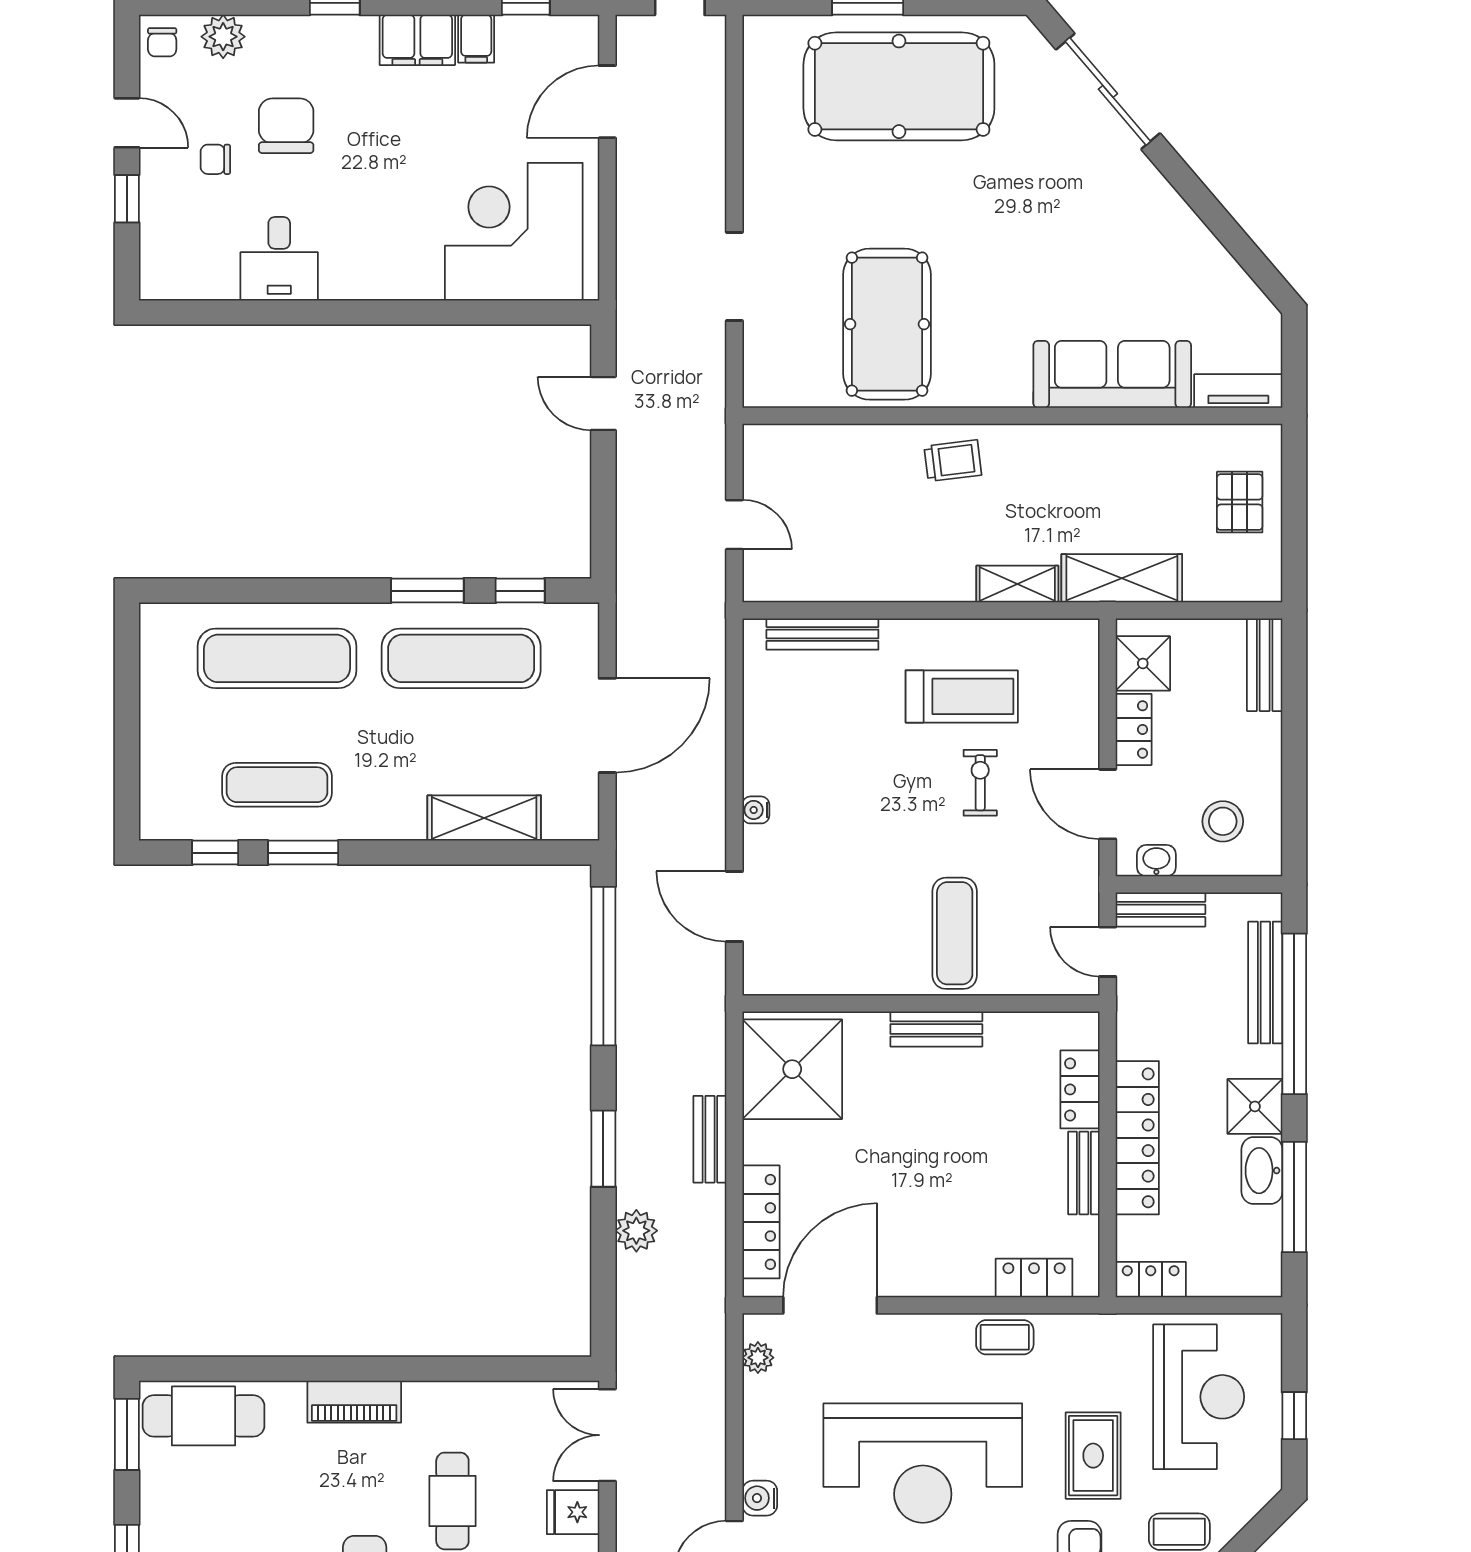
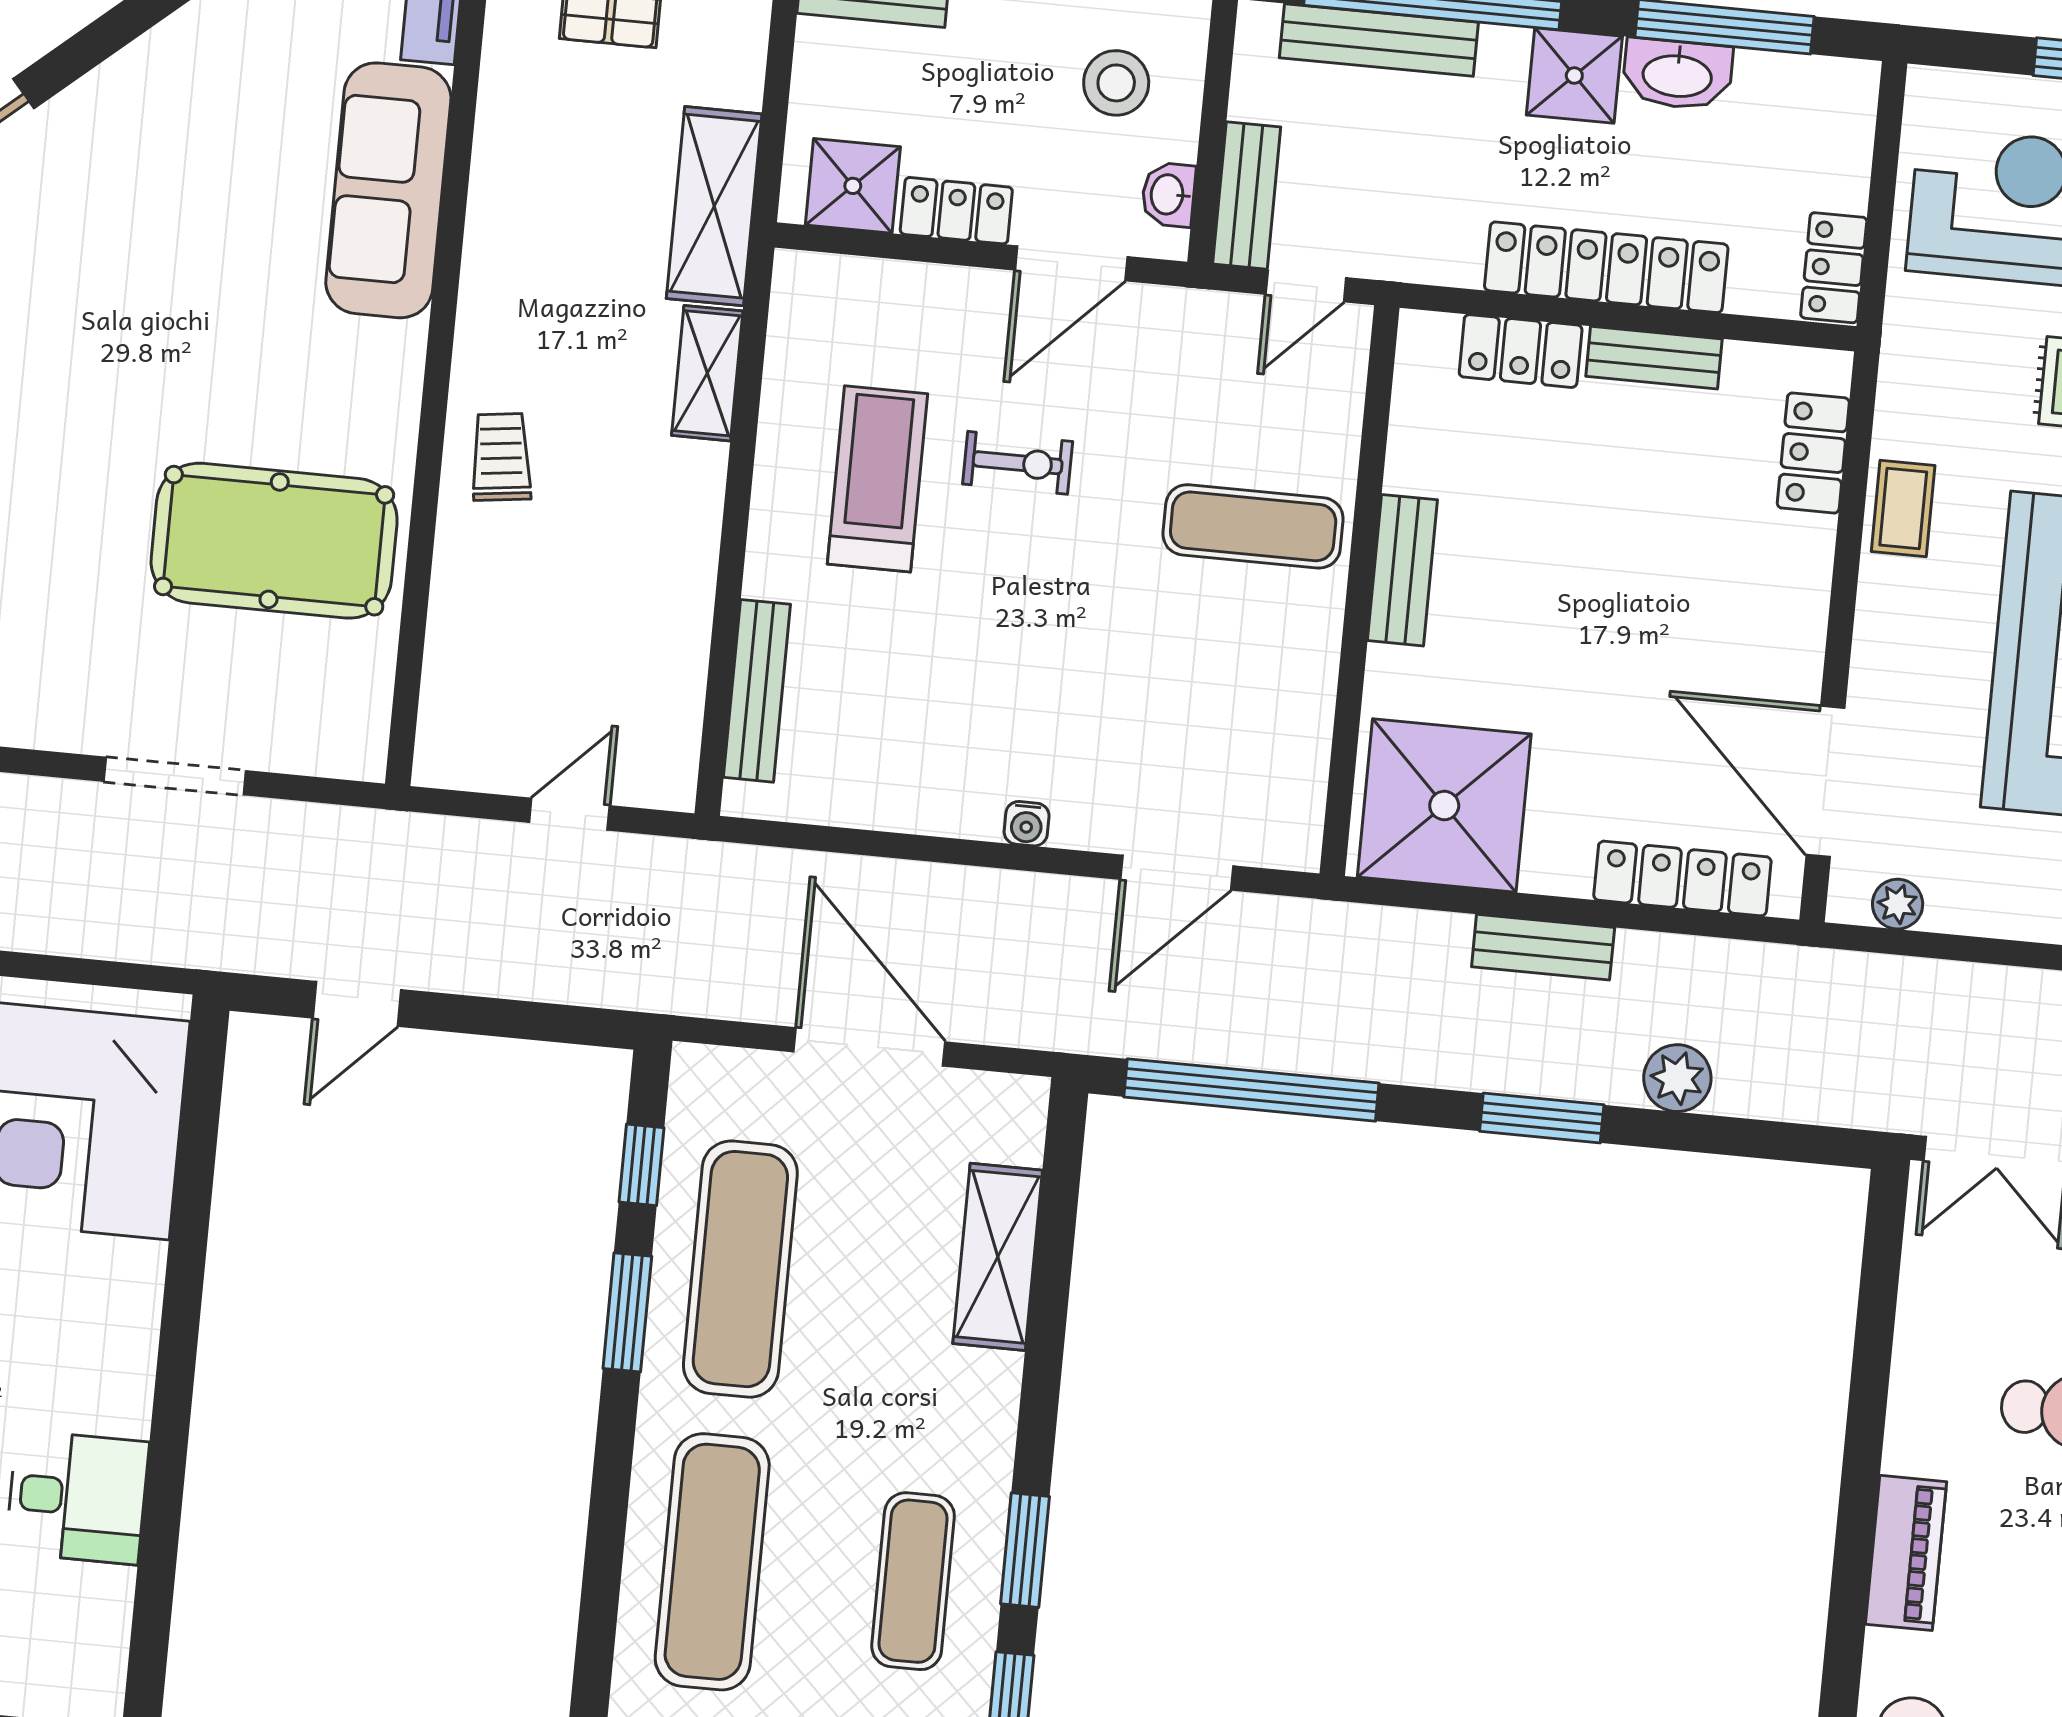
exercise bike: (980, 783) -> (1018, 463), turned 180

